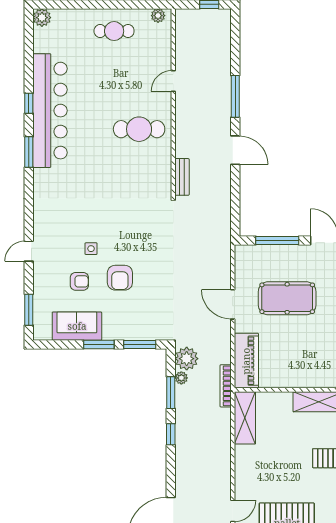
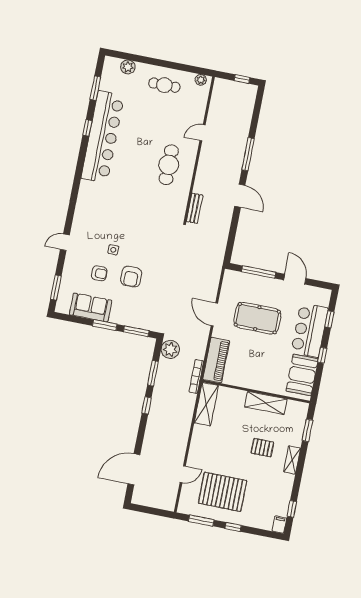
plant: (42, 18) -> (128, 67), moved
cafe table: (139, 129) -> (169, 165), turned 90
window: (29, 152) -> (95, 88), moved
plant: (181, 378) -> (163, 364), removed

